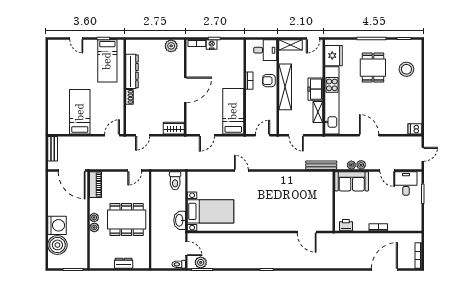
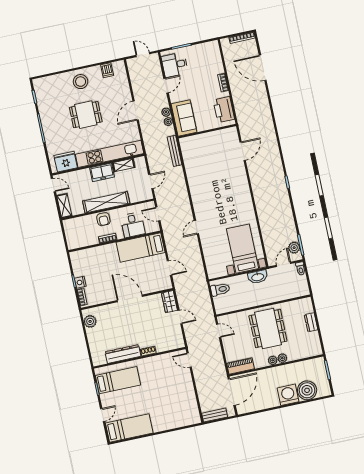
desk: (265, 50) -> (133, 225), moved, turned 180
dining table: (373, 68) -> (86, 115), moved
stool: (406, 69) -> (81, 82), moved
bed: (80, 112) -> (129, 428), moved, turned 180
dishwasher: (415, 129) -> (107, 70), moved
door: (143, 135) -> (180, 317), moved
printer: (346, 225) -> (224, 110), width x1.87, depth x1.48

